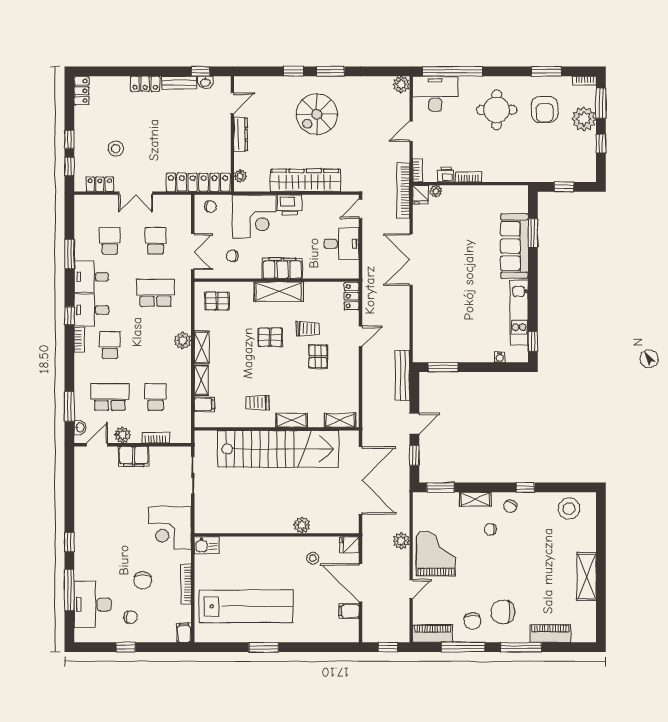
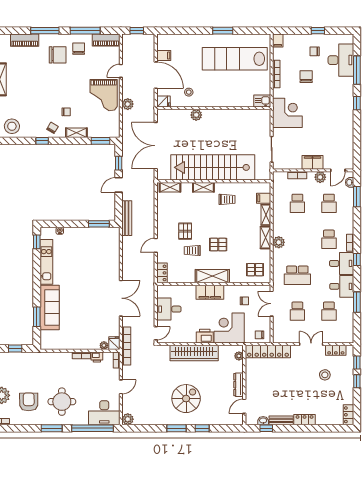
window: (546, 71) -> (52, 428), moved
school desk: (110, 397) -> (329, 203), width x0.54

